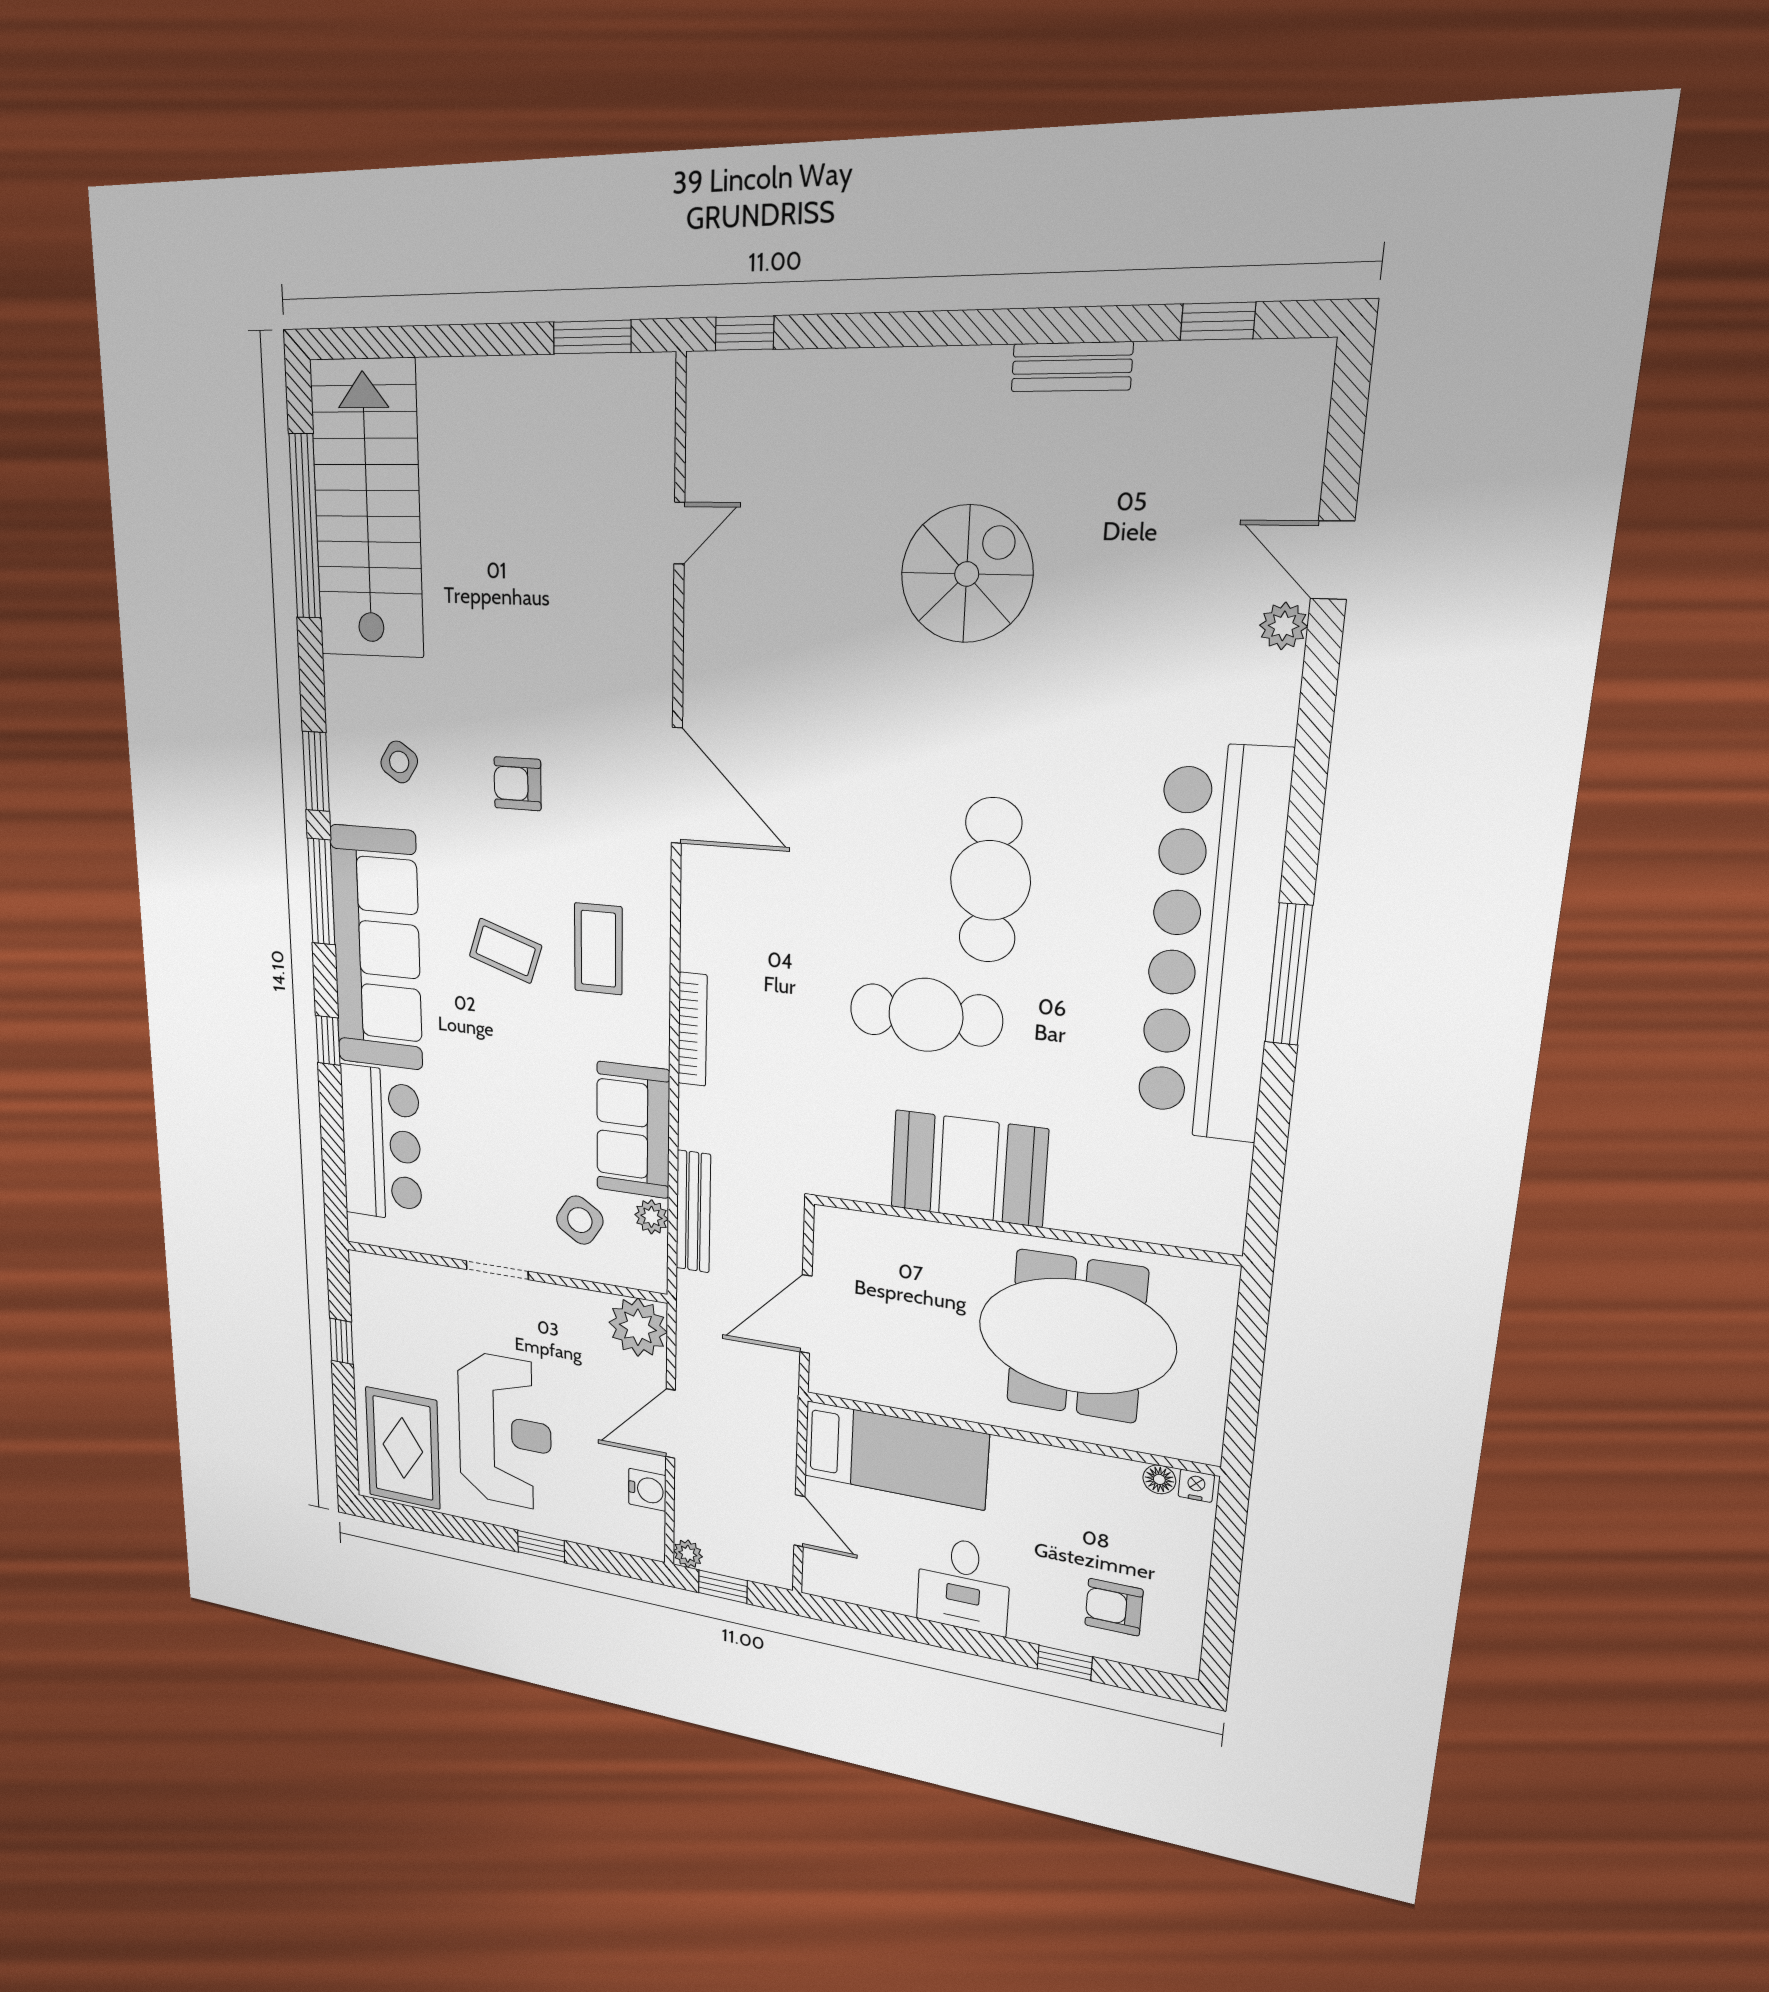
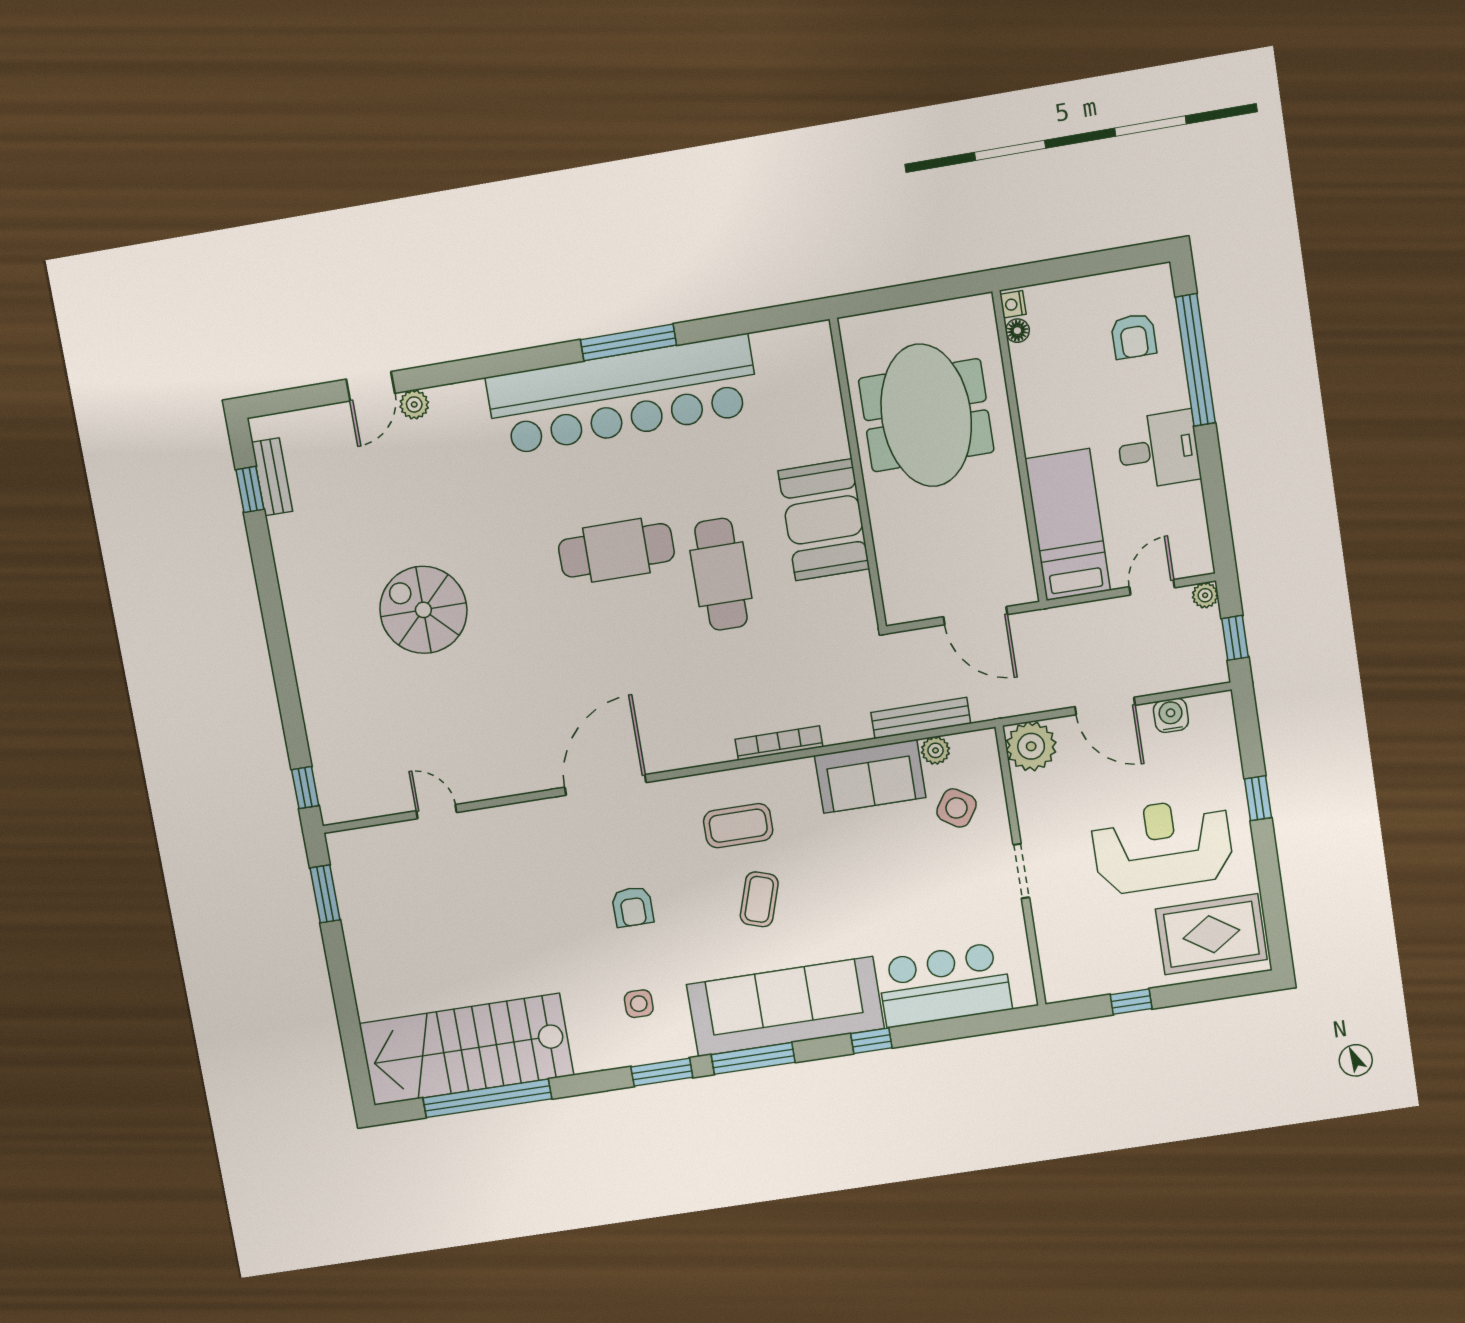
bench: (1072, 367) -> (272, 477), moved
side table: (399, 762) -> (639, 1004), turned -33
plant: (688, 1554) -> (1205, 595), moved
window: (1065, 1663) -> (1195, 360), width x3.17

